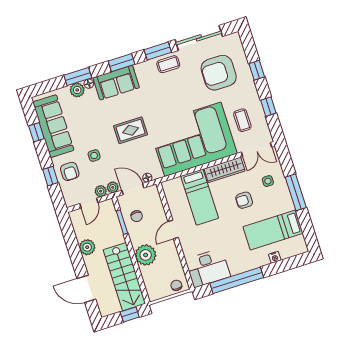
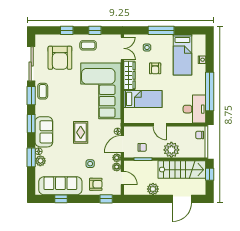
coffee table: (242, 120) -> (88, 45), moved
window: (50, 176) -> (106, 199), moved

